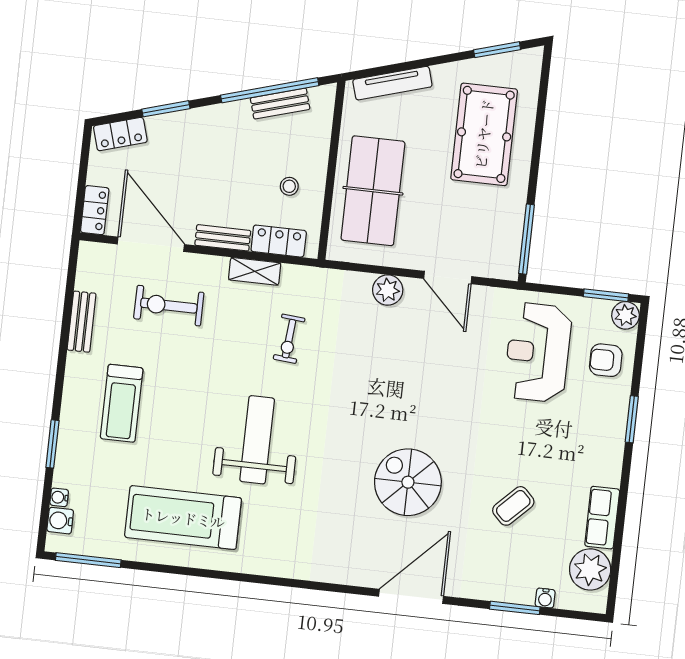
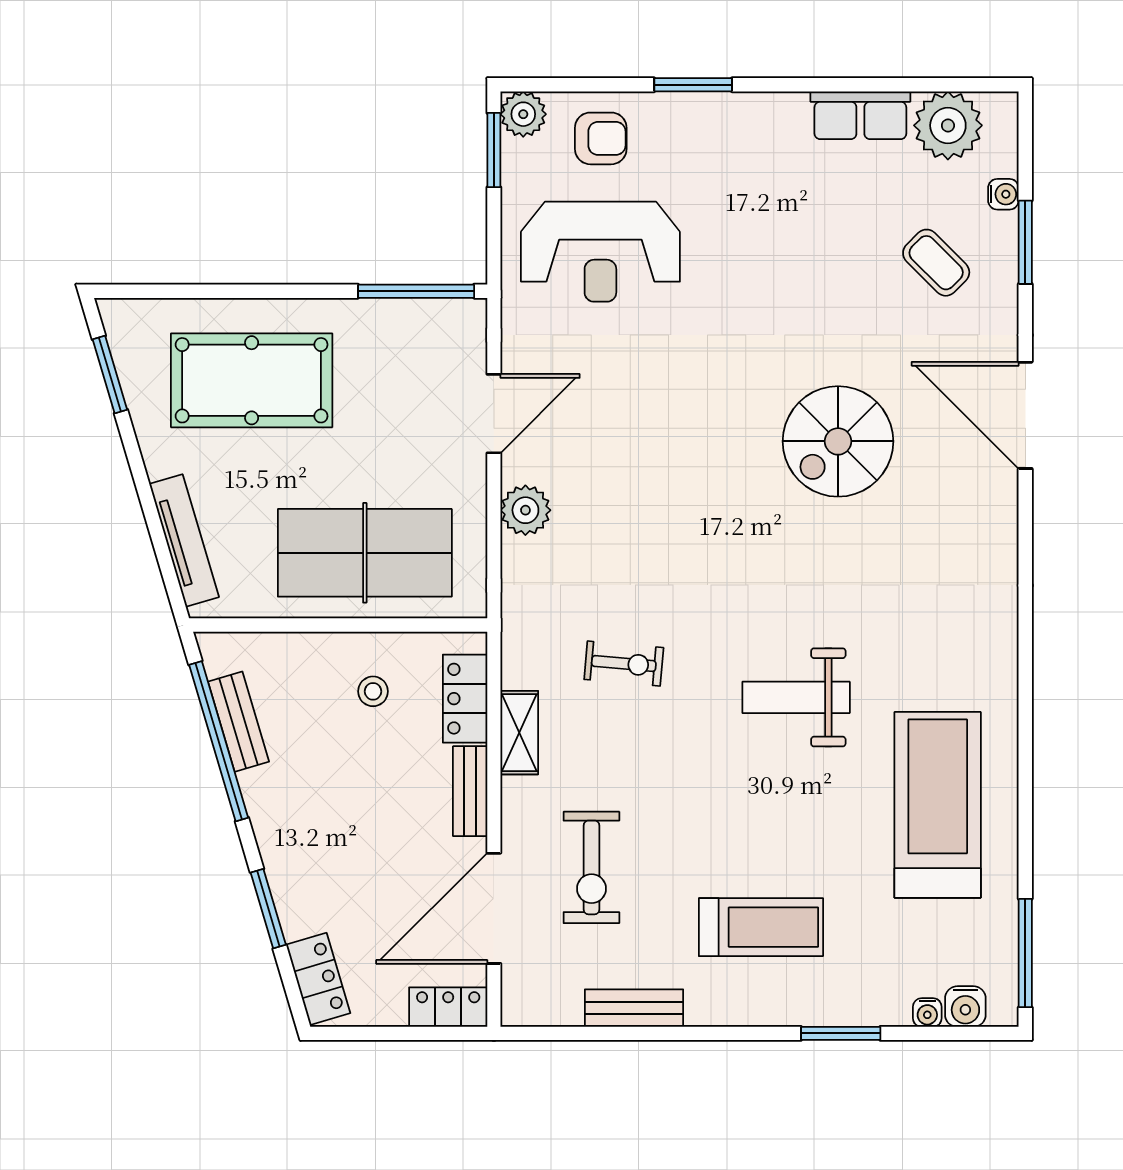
armchair: (606, 360) -> (601, 138), turned -90
weight bench: (257, 440) -> (796, 697), width x0.73, depth x0.75
coffee table: (513, 506) -> (936, 263), moved
treadmill: (183, 518) -> (938, 805), turned 180

